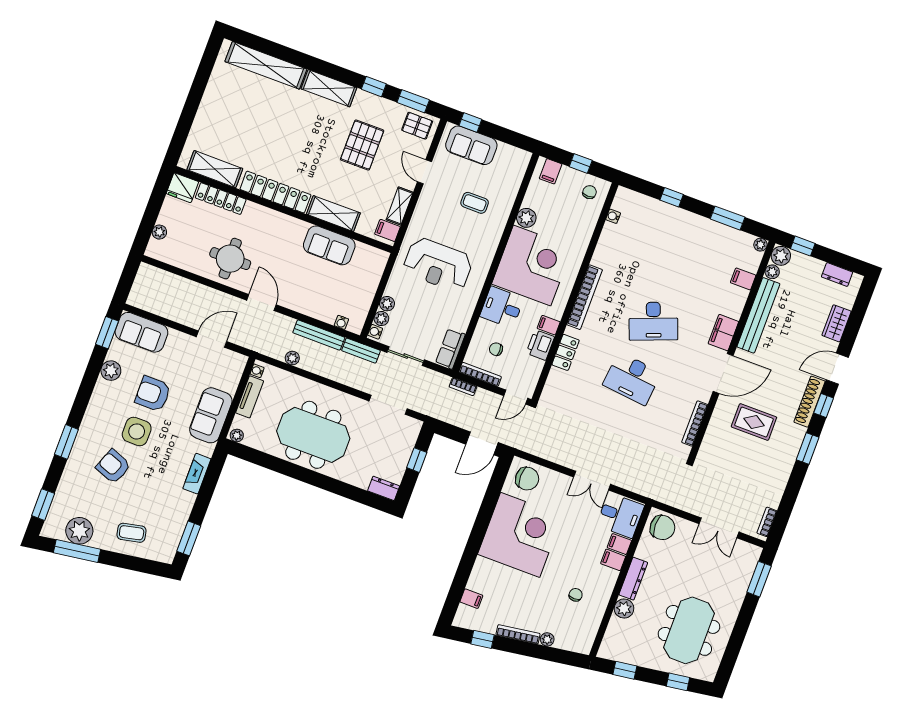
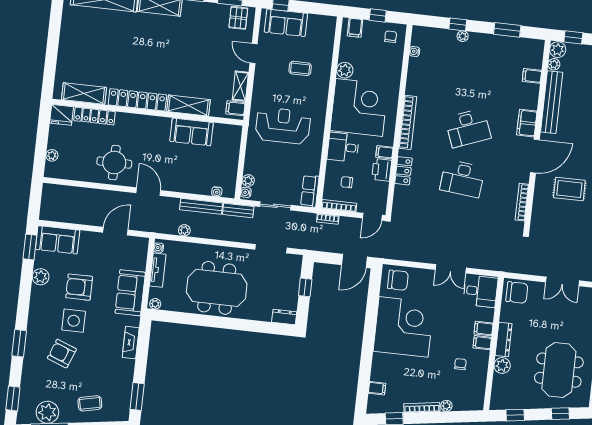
pallet: (417, 126) -> (238, 18), turned 90
pallet: (362, 145) -> (198, 44), removed
plant: (760, 245) -> (463, 36), moved
reception desk: (438, 265) -> (283, 126), turned 180
plant: (387, 304) -> (250, 167), removed
filing cabinet: (619, 544) -> (482, 343), moved

